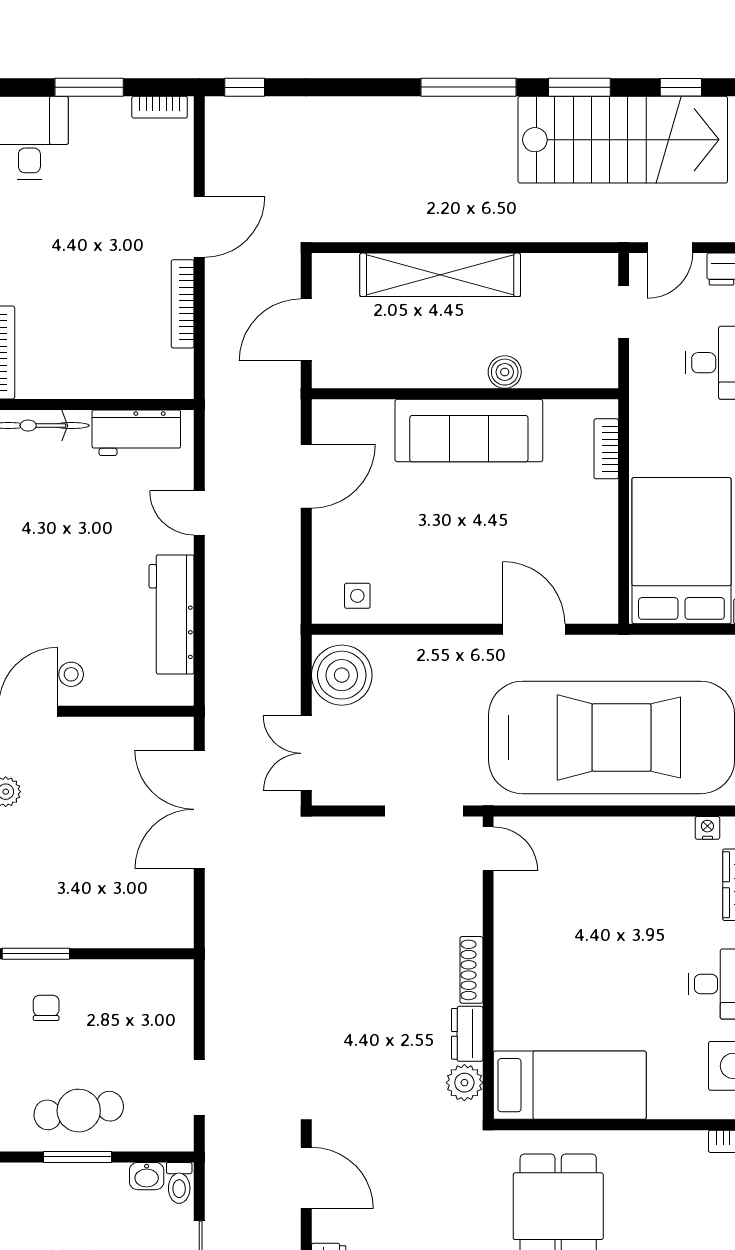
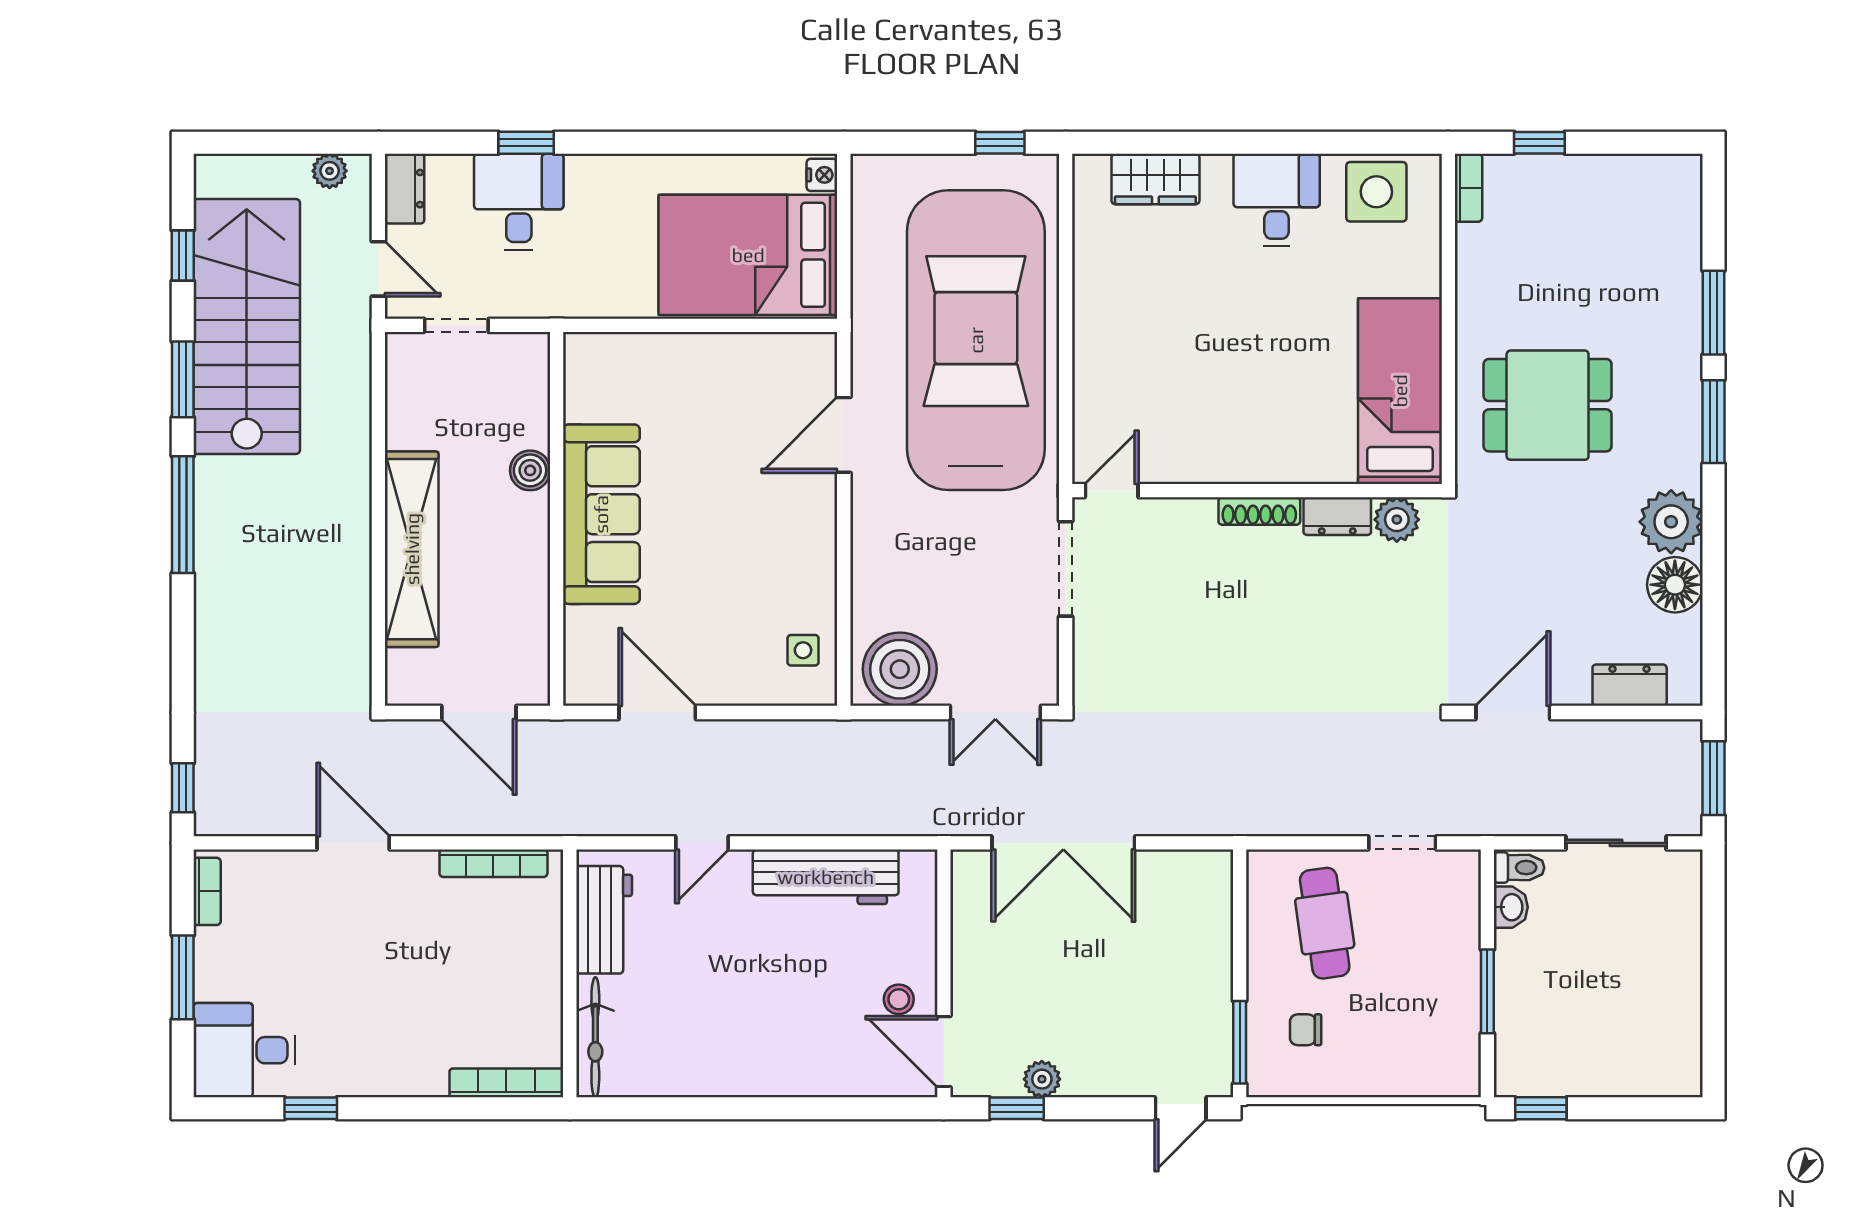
bookcase: (183, 304) -> (493, 863), moved
bookcase: (606, 449) -> (624, 347), removed
nightstand: (707, 828) -> (1086, 223), removed
cafe table: (79, 1111) -> (1325, 923), moved

